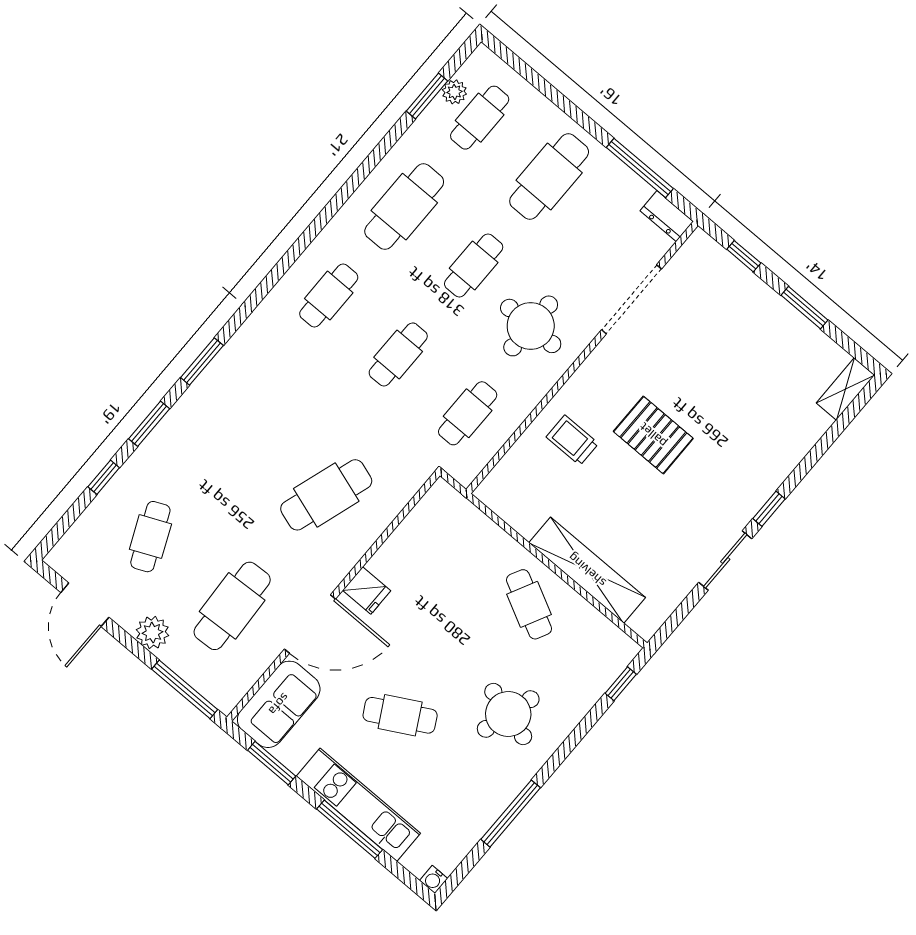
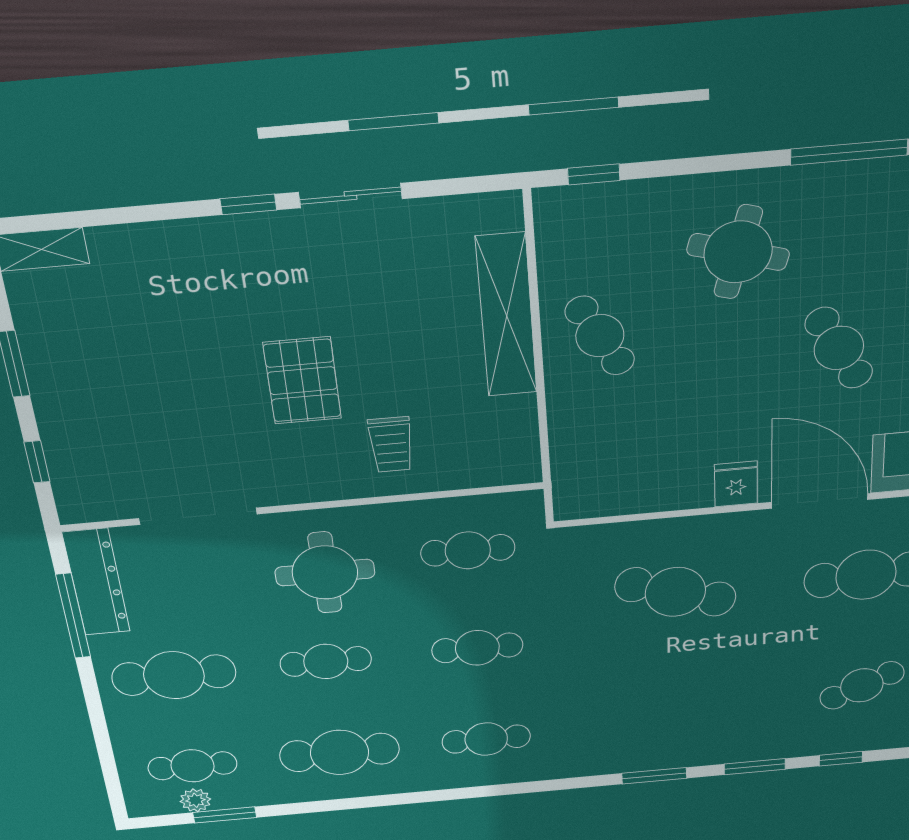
dresser: (667, 216) -> (96, 582), width x1.96, depth x1.24
cafe table: (529, 604) -> (600, 336), turned -56

